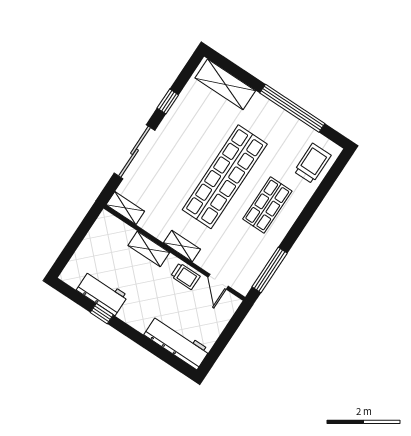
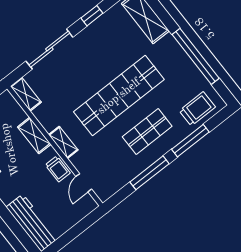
window: (316, 200) -> (190, 141), added
window: (270, 270) -> (149, 173), moved

